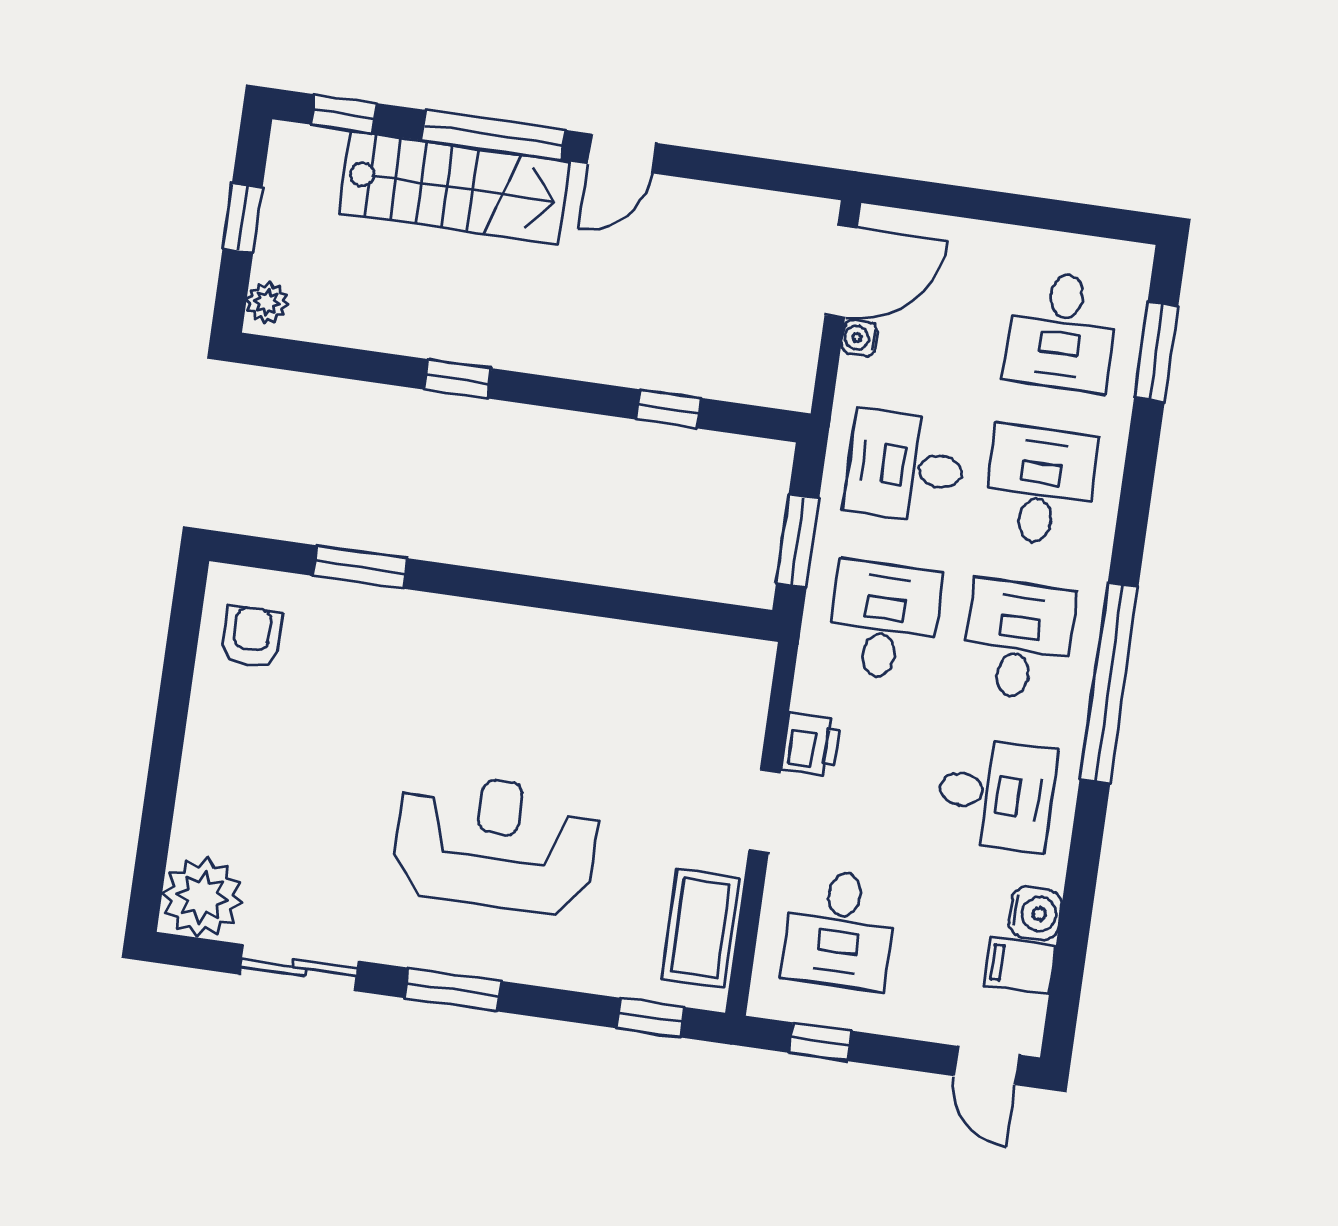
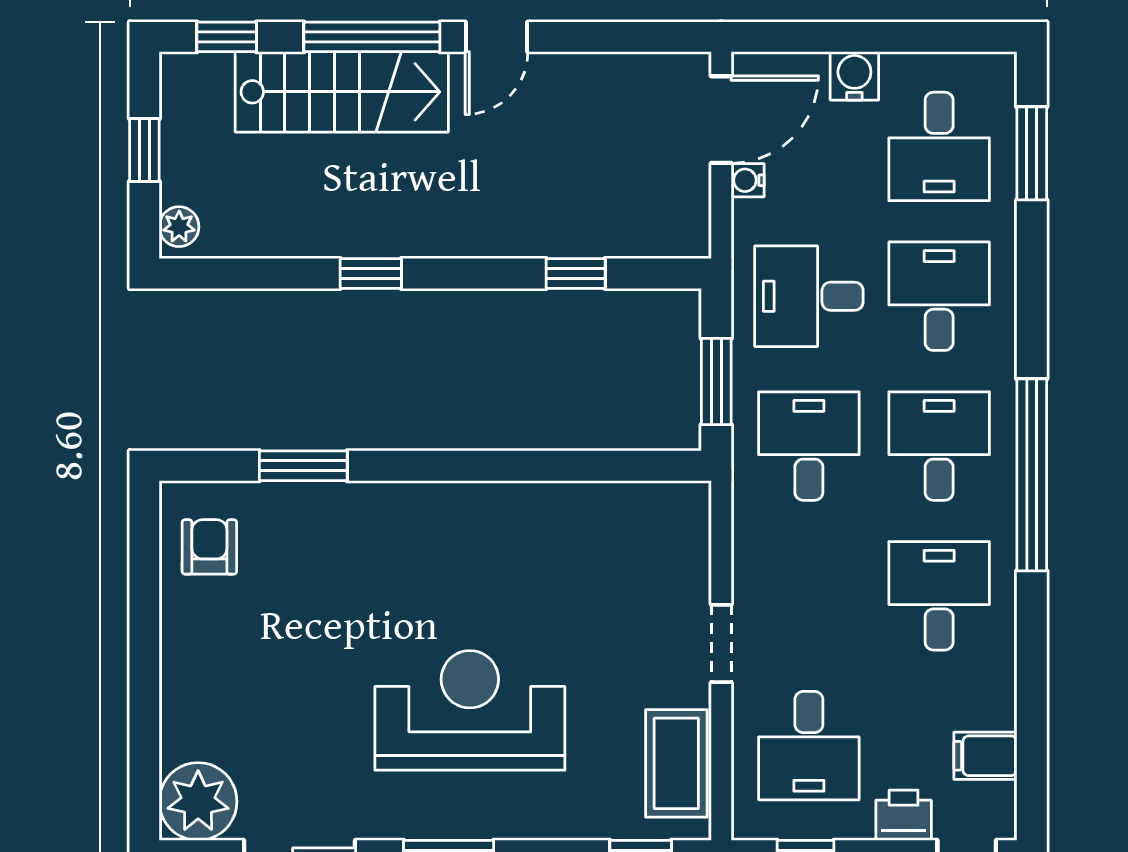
printer: (811, 745) -> (904, 815), moved, turned -90
desk: (996, 794) -> (939, 596), turned -90
water cooler: (1035, 913) -> (854, 76), moved, turned -90

